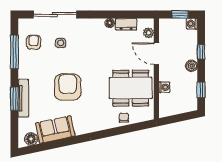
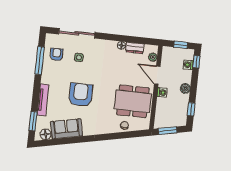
washing machine: (192, 24) -> (188, 65), moved
window: (201, 52) -> (196, 62), moved
washing machine: (164, 87) -> (162, 92), moved
window: (14, 99) -> (33, 121), moved
window: (176, 118) -> (168, 131), added

